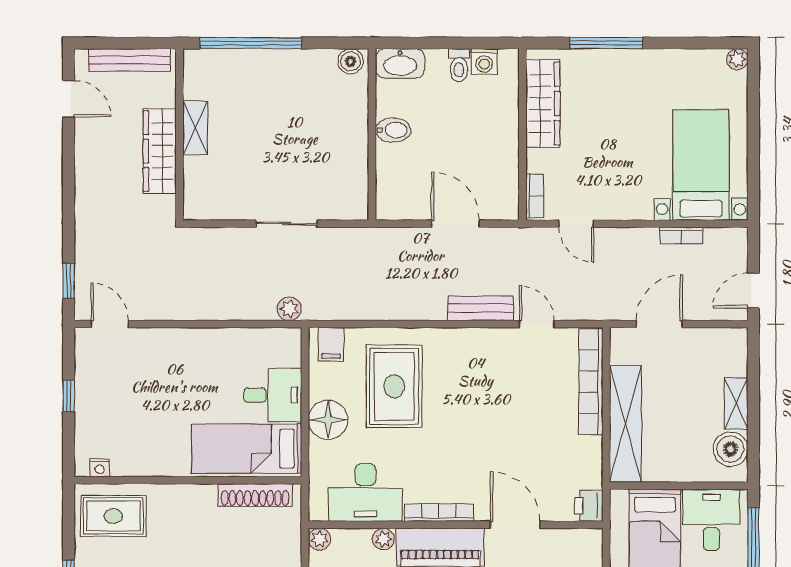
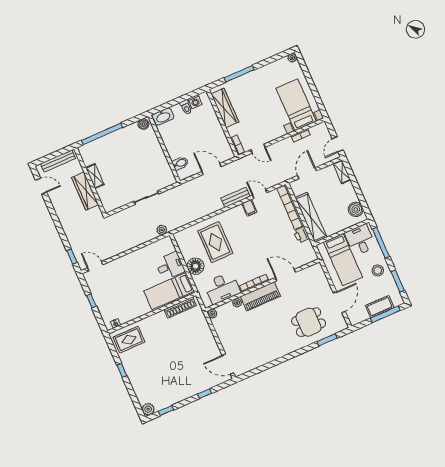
bidet: (393, 130) -> (180, 163), moved
filing cabinet: (331, 344) -> (249, 208), moved
shelving: (736, 403) -> (342, 172), moved
printer: (589, 506) -> (302, 235), moved

